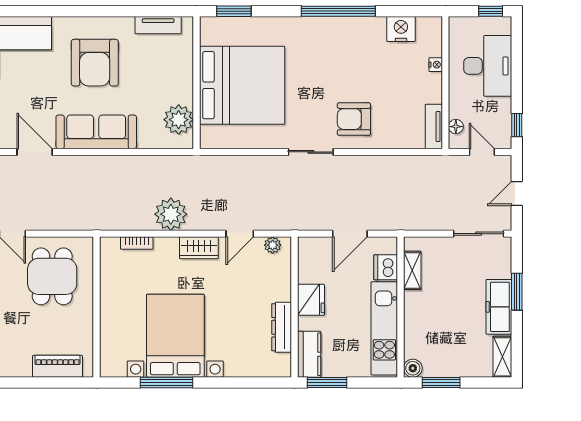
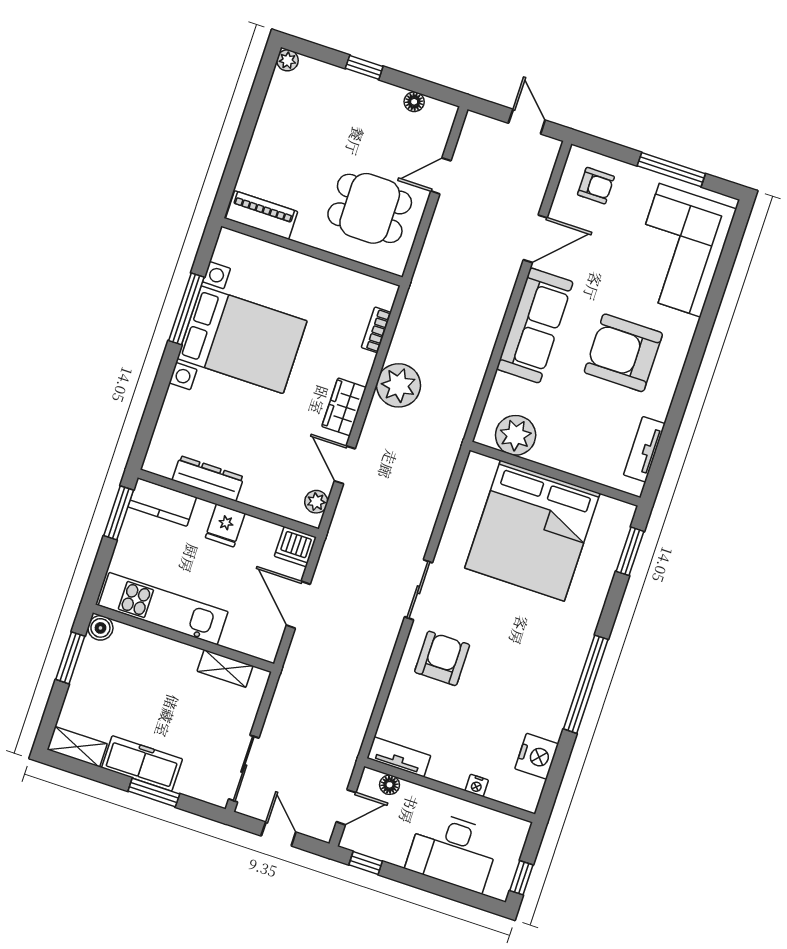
dishwasher: (386, 267) -> (295, 547), moved, turned 180
fridge: (311, 300) -> (225, 526), width x0.72
piano: (58, 366) -> (262, 215), moved, turned -90

